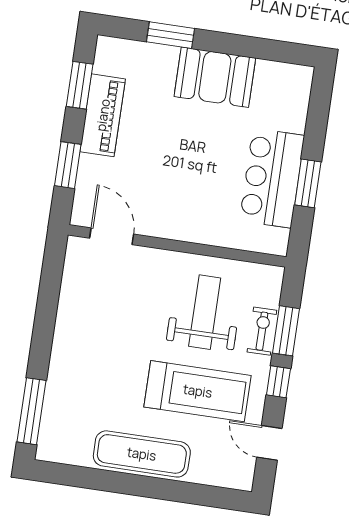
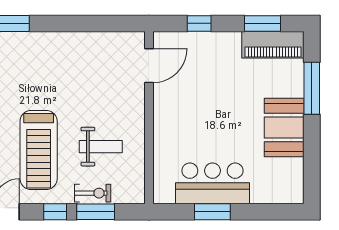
window: (170, 35) -> (312, 88), width x1.44
piano: (103, 115) -> (273, 45), moved
window: (68, 165) -> (199, 23), width x0.67
weight bench: (205, 312) -> (101, 147), width x0.73, depth x0.75

